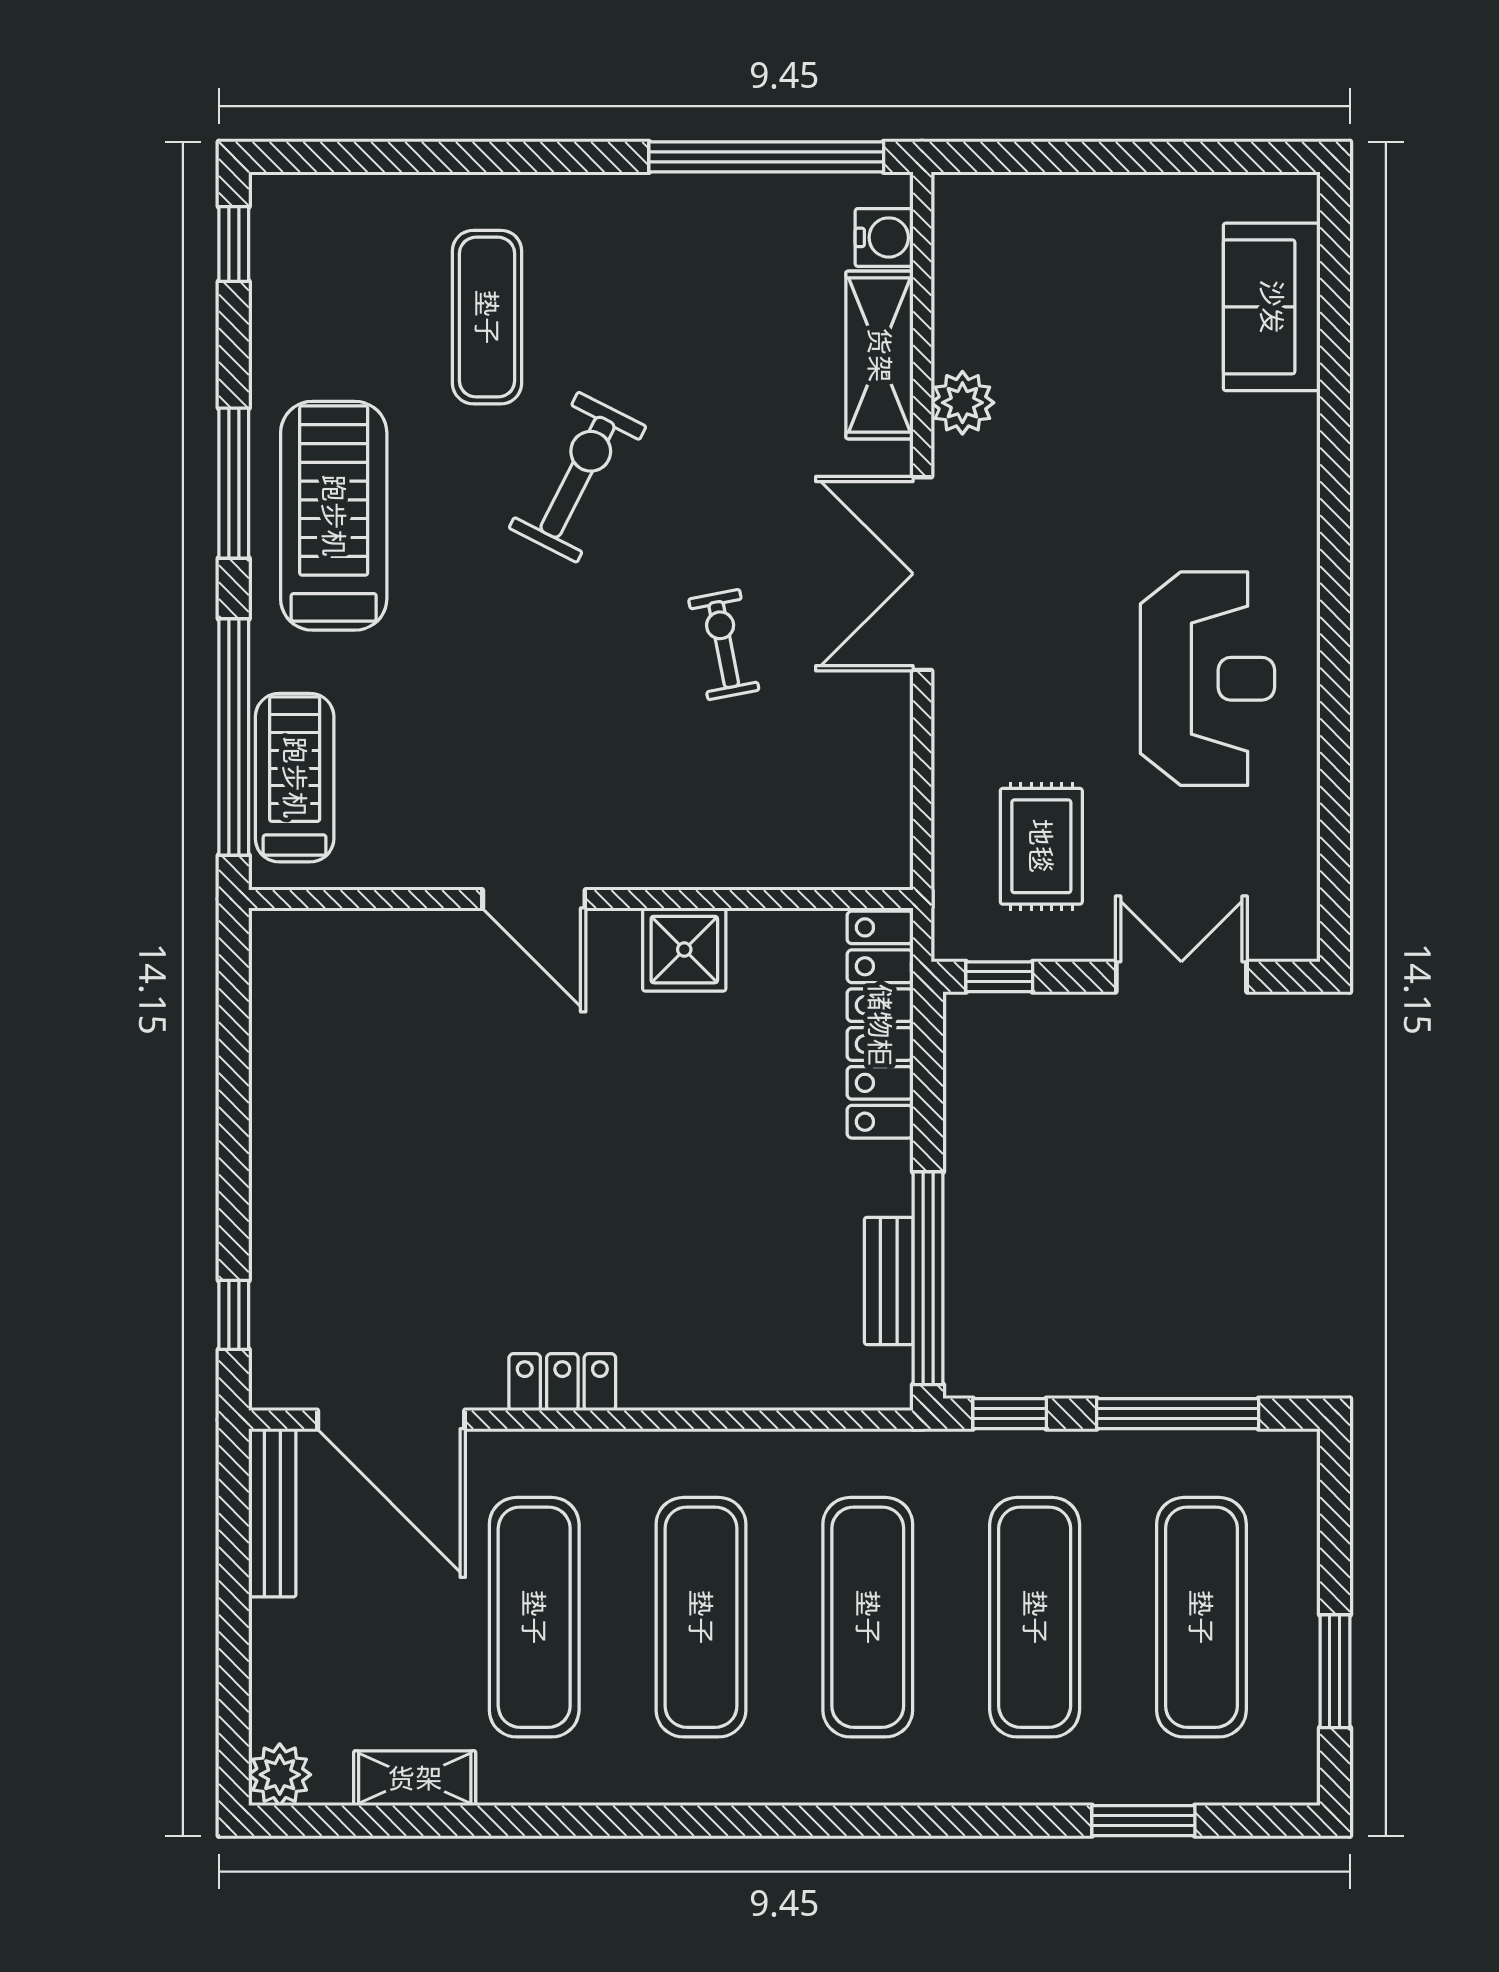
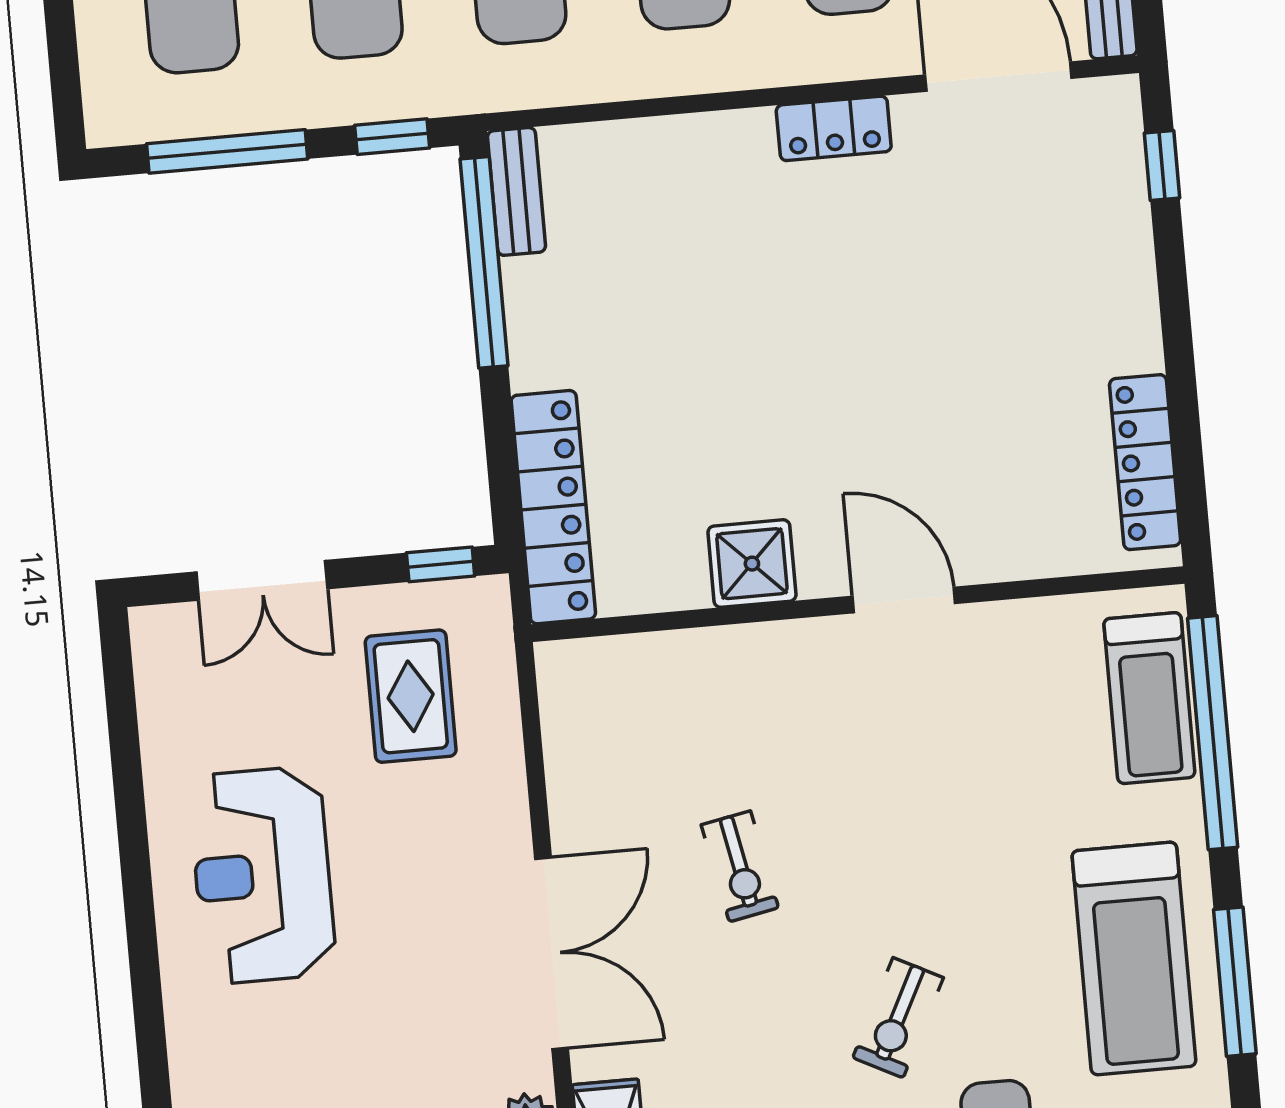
exercise bike: (578, 477) -> (898, 1018), width x0.73, depth x0.72
locker: (278, 1017) -> (1145, 462), added
bench: (889, 1281) -> (516, 191), moved

